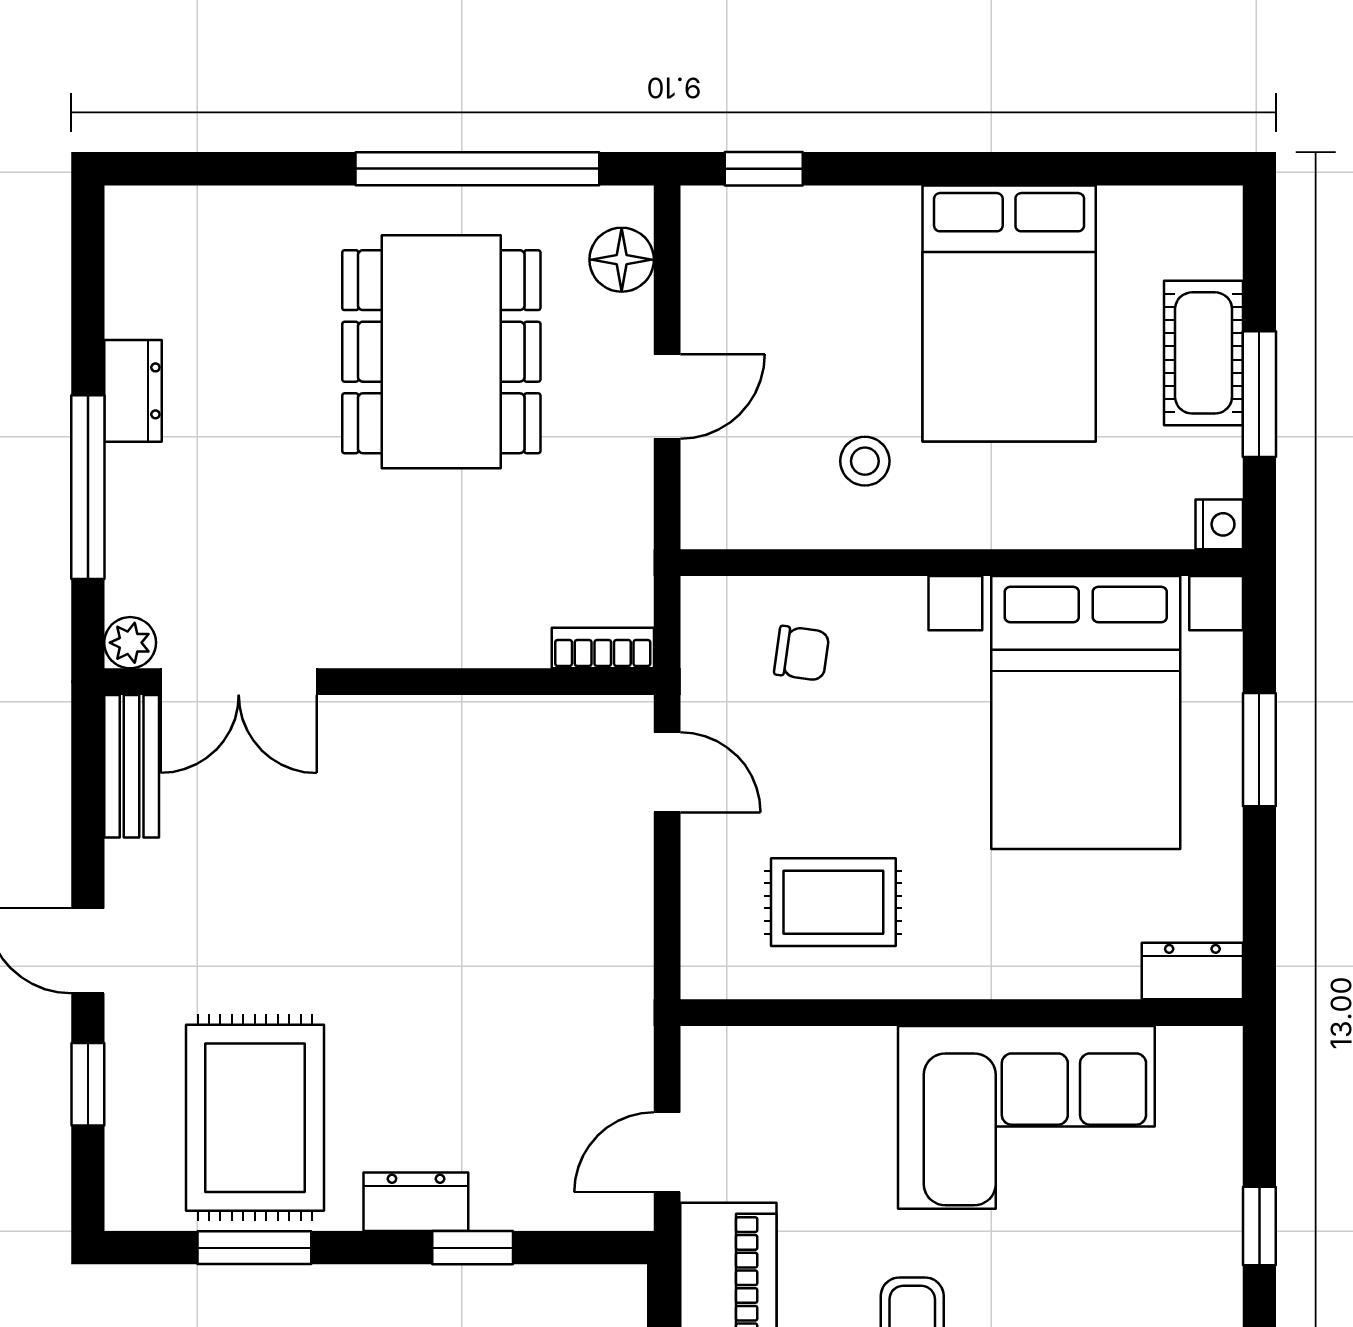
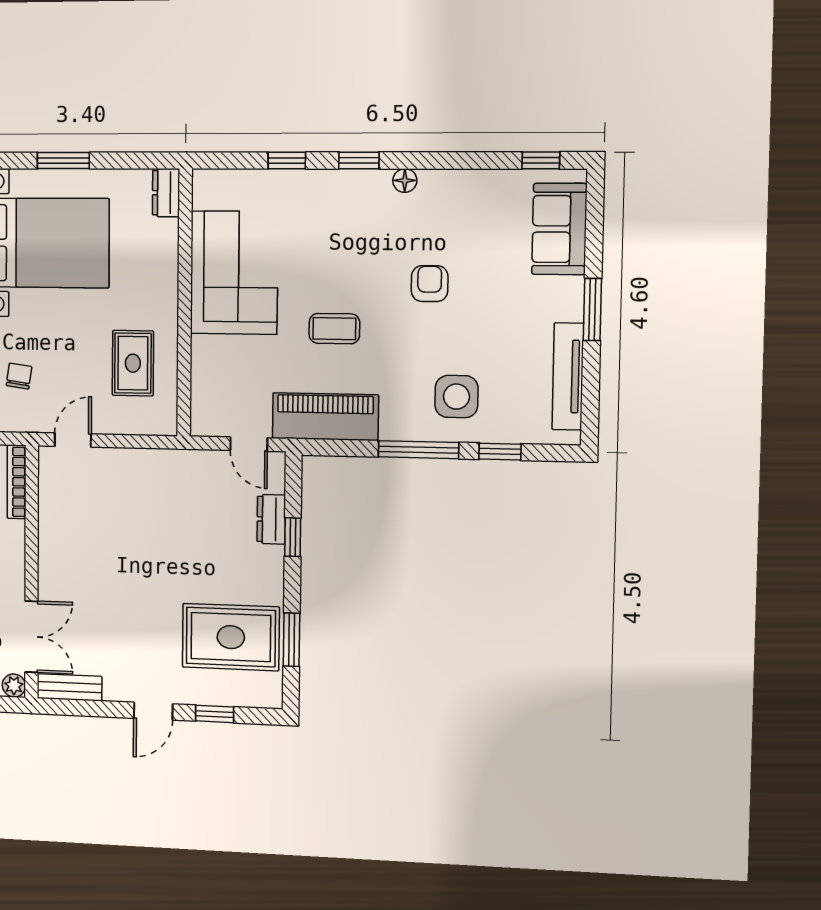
bookcase: (603, 648) -> (17, 482), width x1.56
dresser: (416, 1202) -> (271, 519), moved

